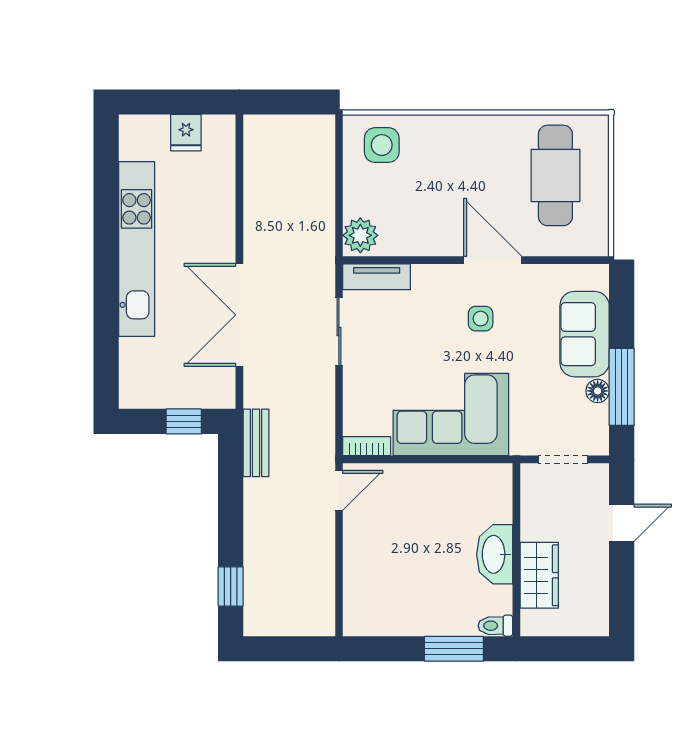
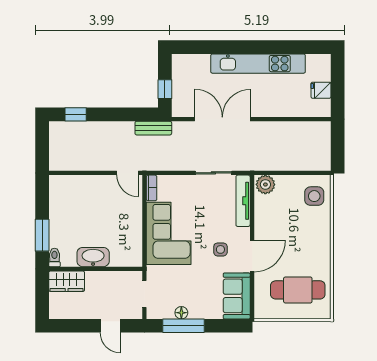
tv unit: (377, 277) -> (243, 201), width x1.41
sofa: (585, 334) -> (237, 296), moved, turned -90
wardrobe: (539, 575) -> (67, 281), moved

